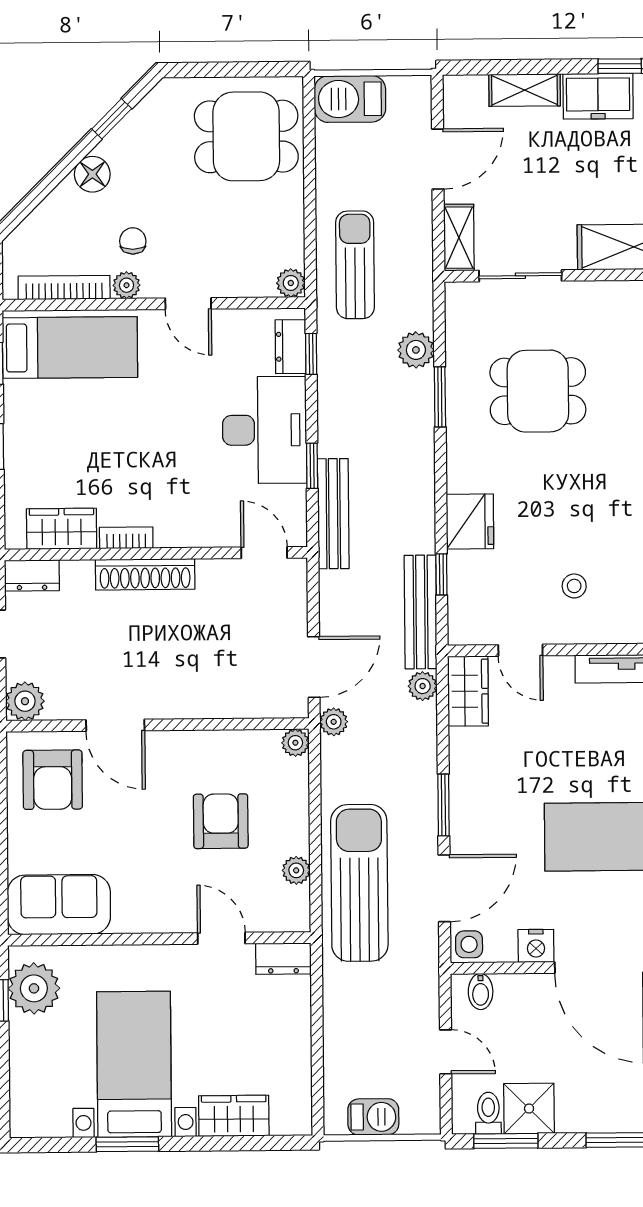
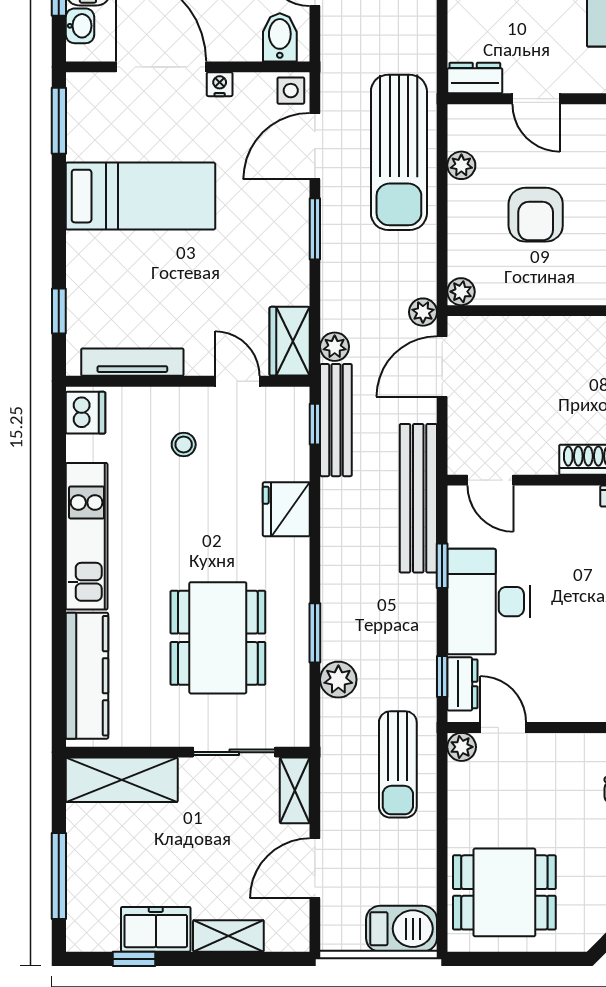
door: (188, 304) -> (503, 727), moved
dining table: (538, 391) -> (218, 638), width x1.37
bench: (333, 514) -> (418, 498), width x1.37, depth x1.21
window: (441, 574) -> (315, 424), moved
nightstand: (536, 946) -> (220, 84), width x0.72, depth x0.74
bidet: (481, 991) -> (280, 37), width x1.38, depth x1.36

